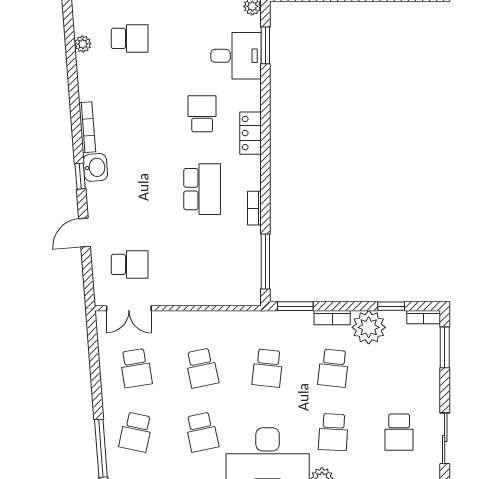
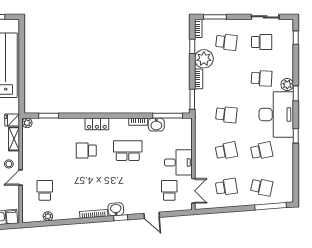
desk: (236, 56) -> (178, 162), moved, turned 90
washbasin: (249, 241) -> (156, 125), added
school desk: (333, 368) -> (226, 42), moved

